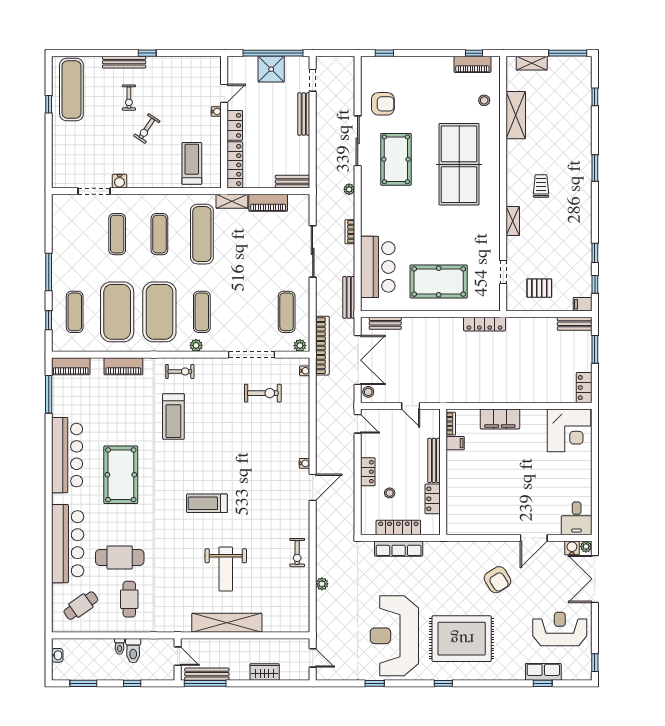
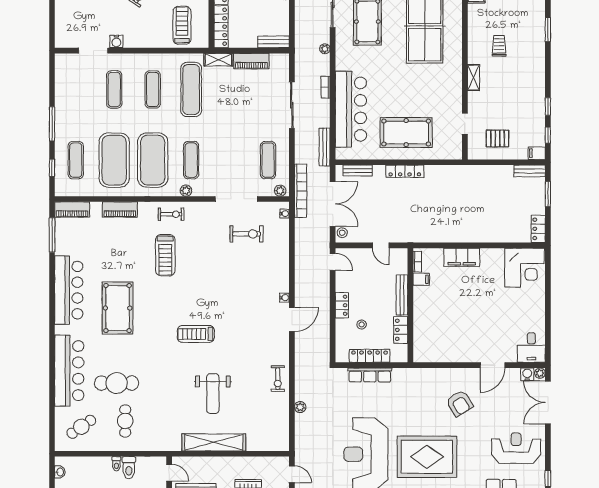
bar counter: (378, 267) -> (351, 109), width x1.36
locker: (485, 324) -> (405, 171), moved

